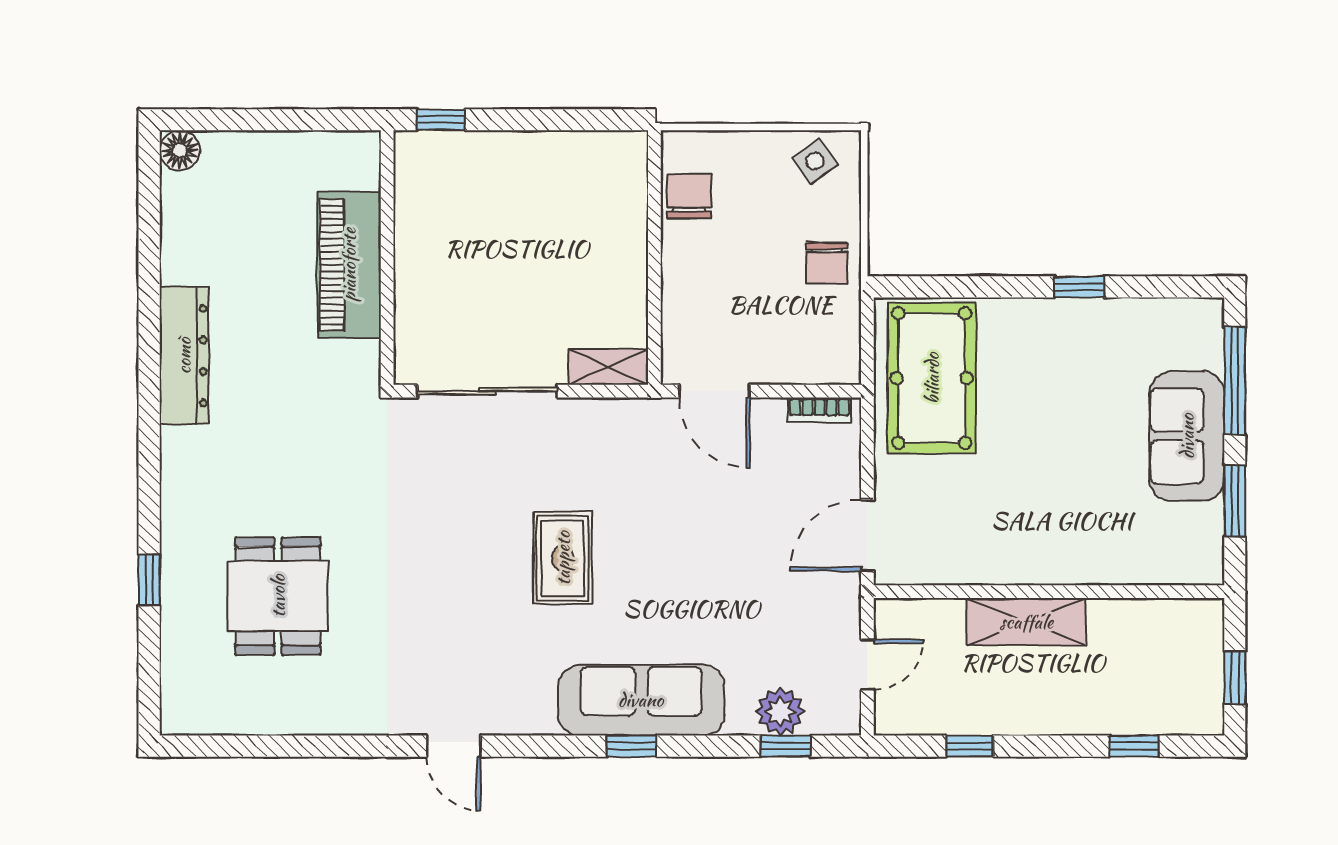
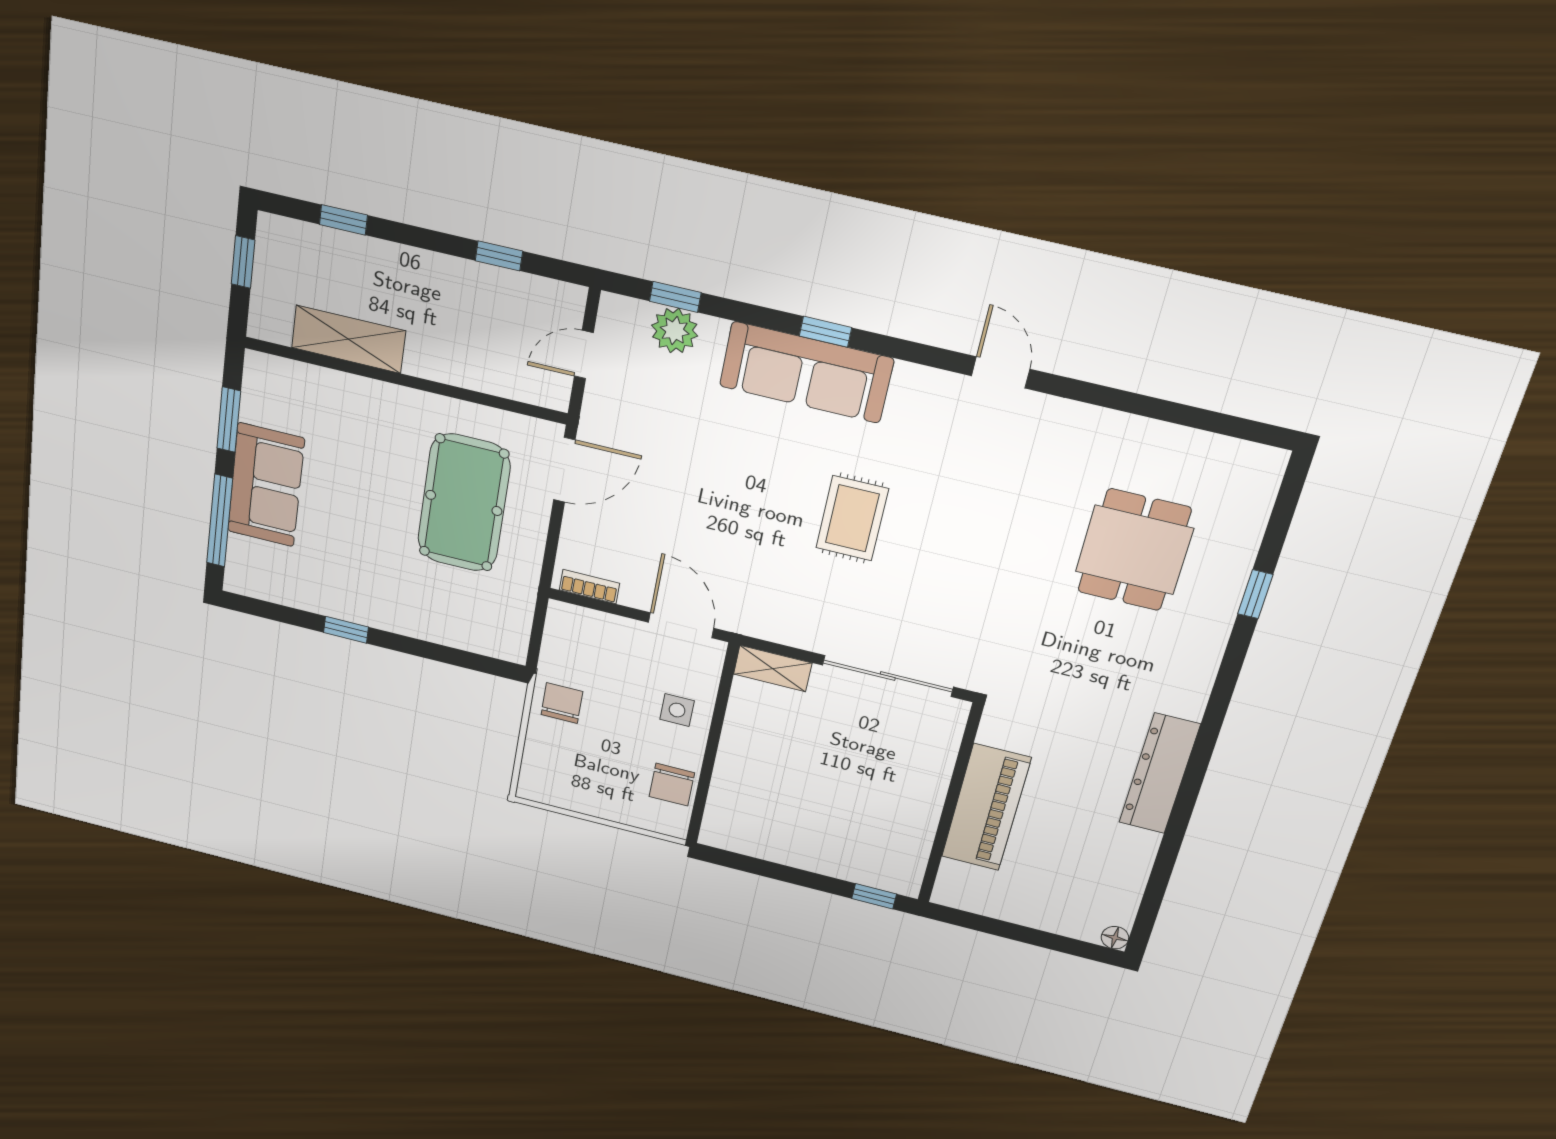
floor lamp: (180, 150) -> (1115, 938), width x0.73, depth x0.73
side table: (815, 161) -> (677, 710), moved, turned 36
pool table: (932, 378) -> (464, 503), moved
shelving: (1026, 622) -> (349, 339), moved

